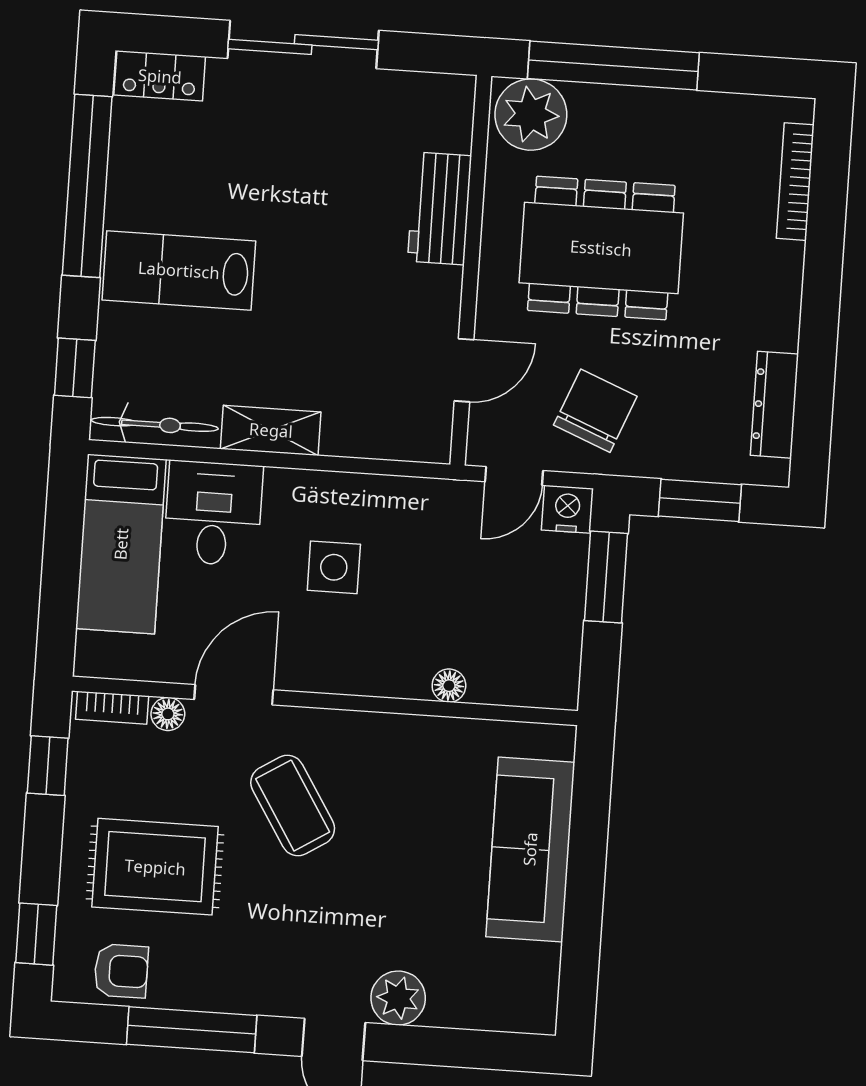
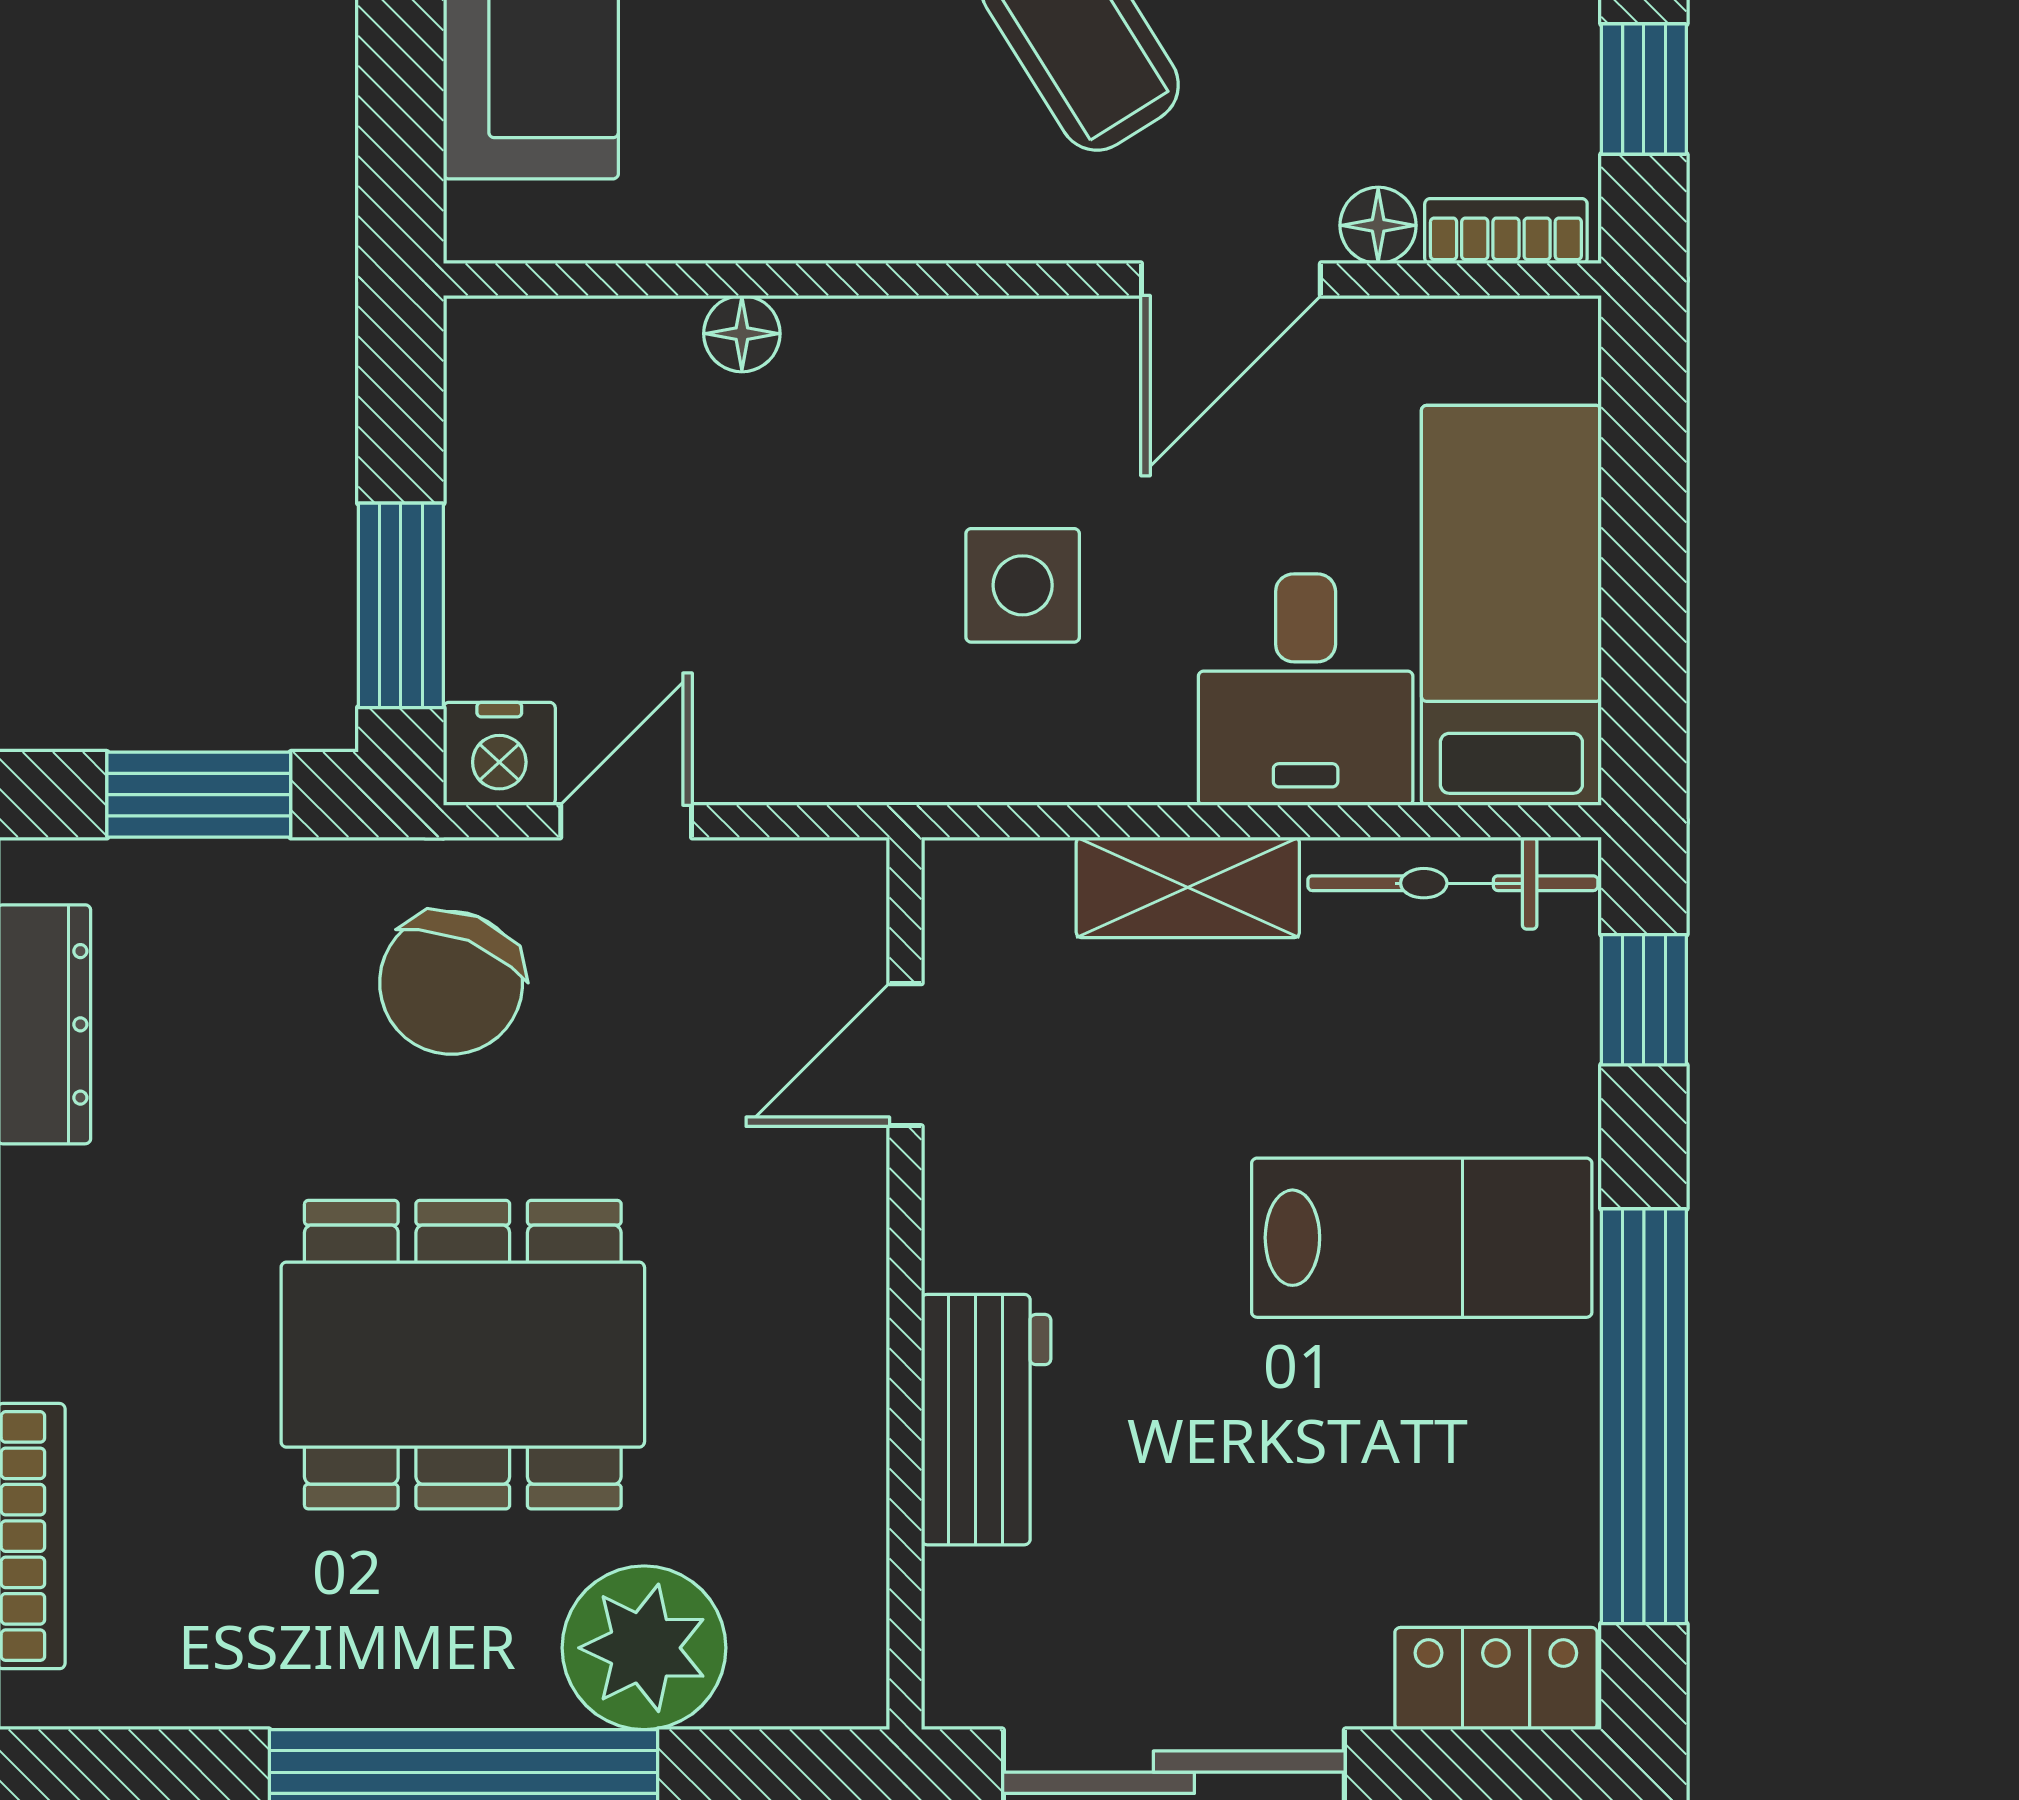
workbench: (440, 208) -> (986, 1420), moved
wall: (471, 270) -> (906, 1283), moved
door: (464, 370) -> (906, 1055), moved

